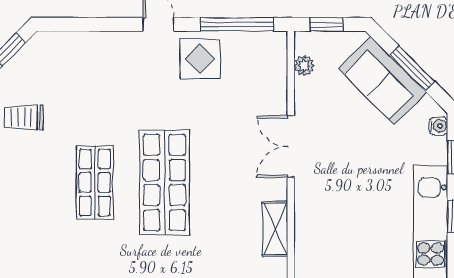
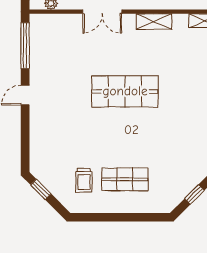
display table: (200, 59) -> (47, 69), removed
shop shelf: (95, 182) -> (125, 179), moved

